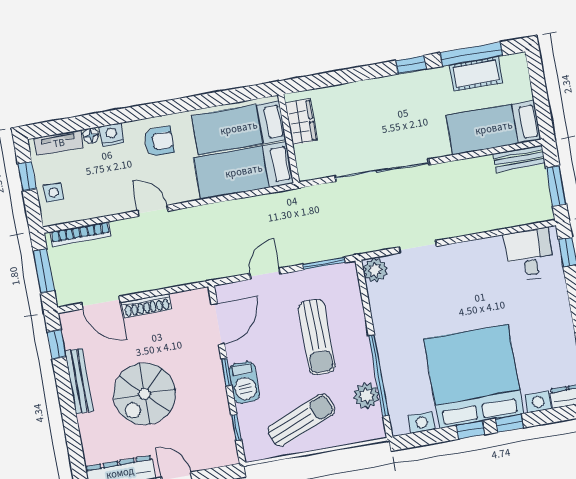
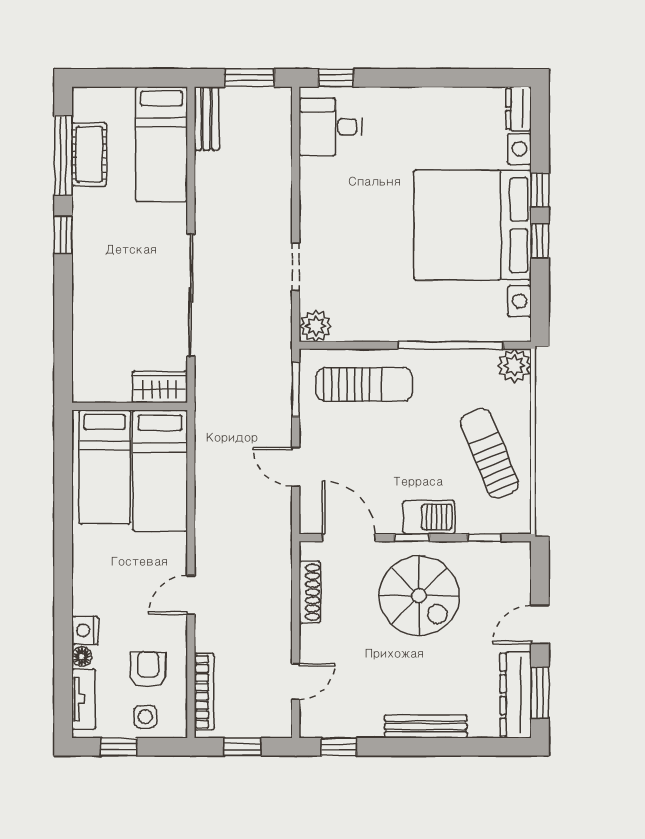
wardrobe: (301, 122) -> (160, 387), moved
armchair: (159, 141) -> (148, 669), moved
window: (44, 271) -> (243, 747), width x0.67
door: (101, 303) -> (296, 681), width x0.73
shoe rack: (147, 306) -> (310, 592), moved
sun lounger: (317, 337) -> (364, 384), moved
bench: (79, 381) -> (426, 726), moved
spiral stairs: (144, 394) -> (419, 596), moved
plant: (366, 396) -> (514, 366), moved

